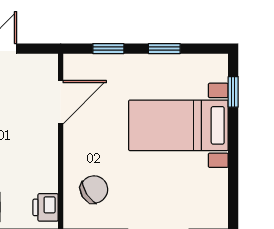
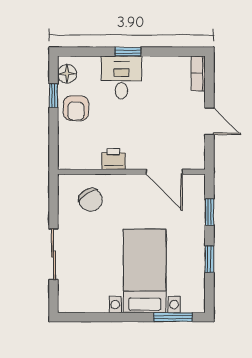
window: (233, 92) -> (173, 317), width x1.50
printer: (46, 207) -> (113, 159), moved

